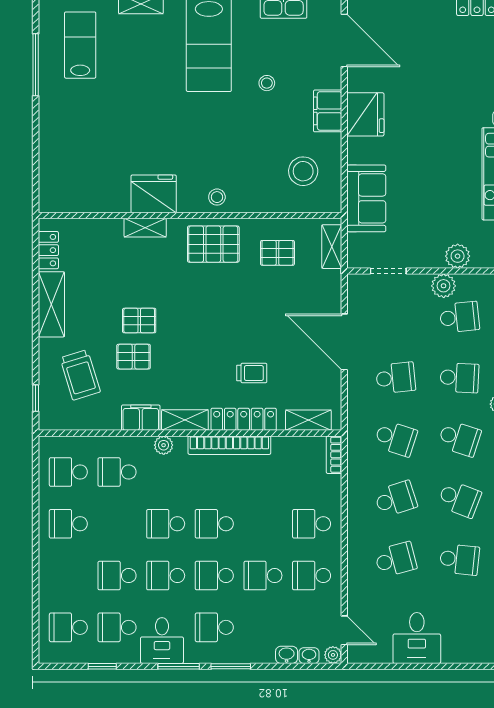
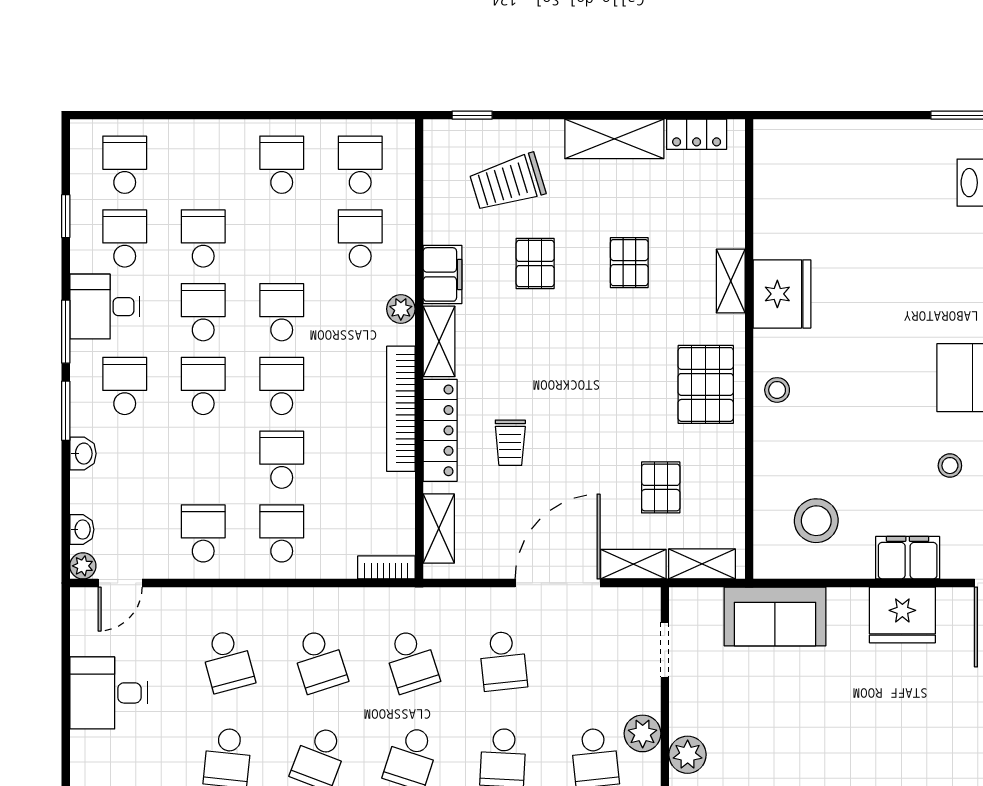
pallet: (277, 253) -> (661, 487), moved
shelving: (332, 292) -> (633, 564), added
pallet: (139, 321) -> (629, 263), moved
school desk: (396, 438) -> (411, 661), turned -36
school desk: (263, 576) -> (282, 460), moved
washbasin: (287, 655) -> (83, 454), moved

